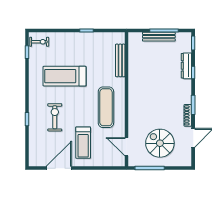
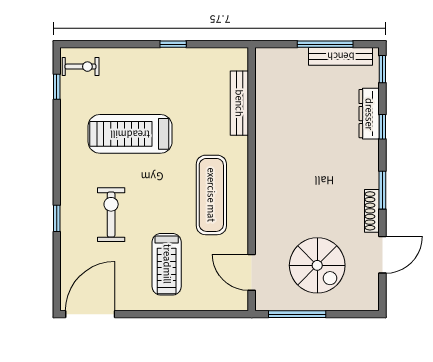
bench: (159, 37) -> (341, 56), moved
spiral stairs: (160, 143) -> (317, 265), turned 180
door: (59, 168) -> (90, 314), moved

